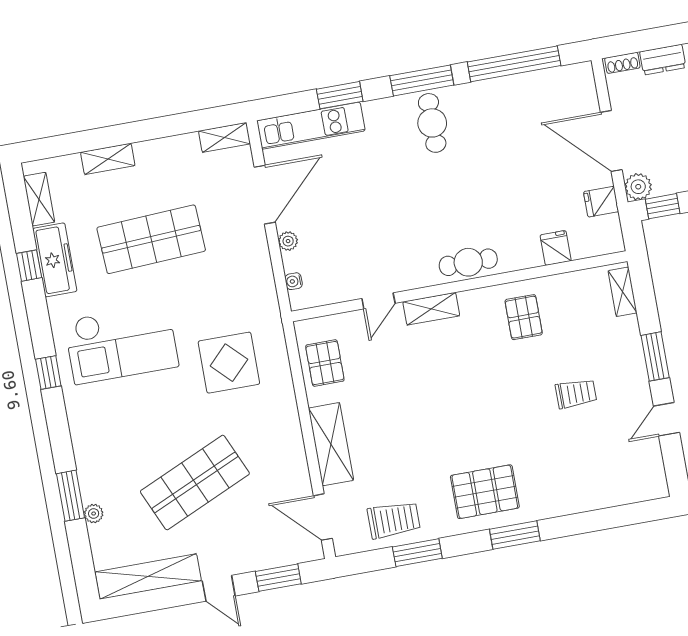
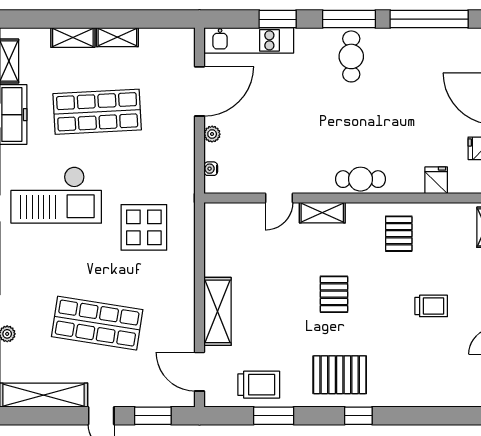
shelving: (224, 137) -> (117, 37), moved
pallet: (325, 363) -> (334, 294), moved
shop shelf: (195, 482) -> (97, 323), turned 33
window: (515, 535) -> (358, 416), width x0.67

